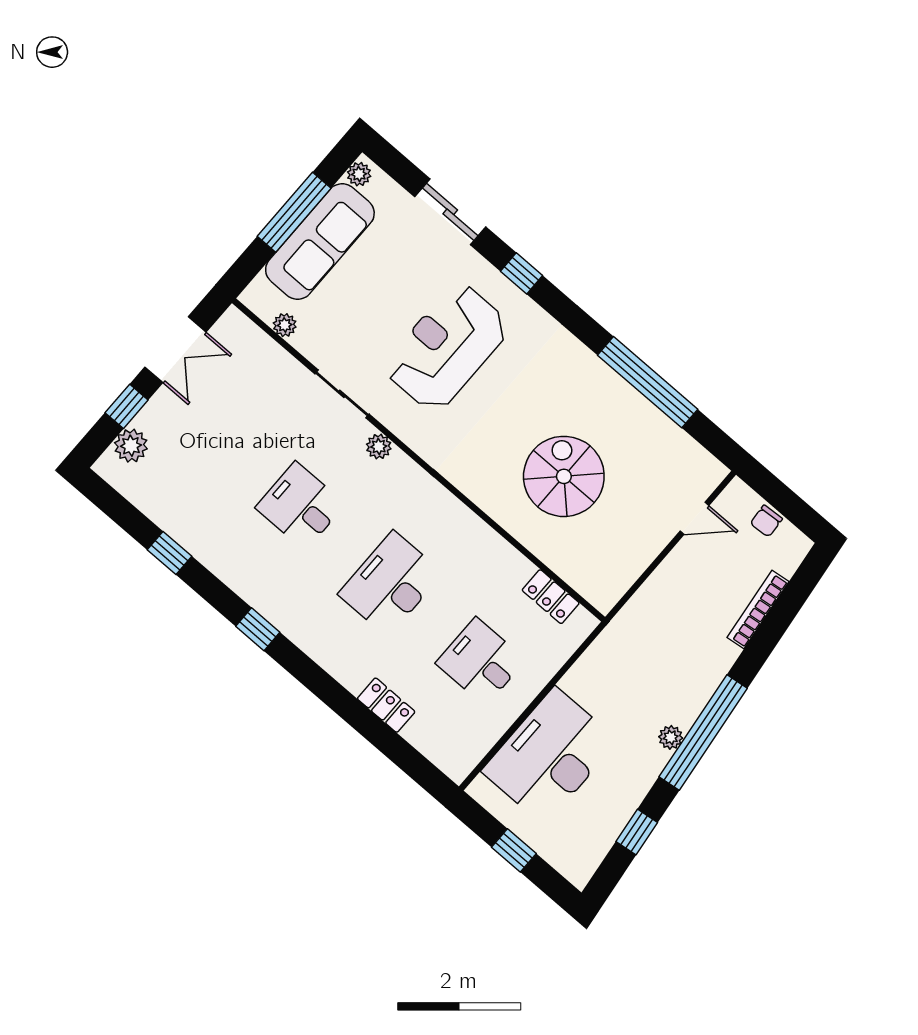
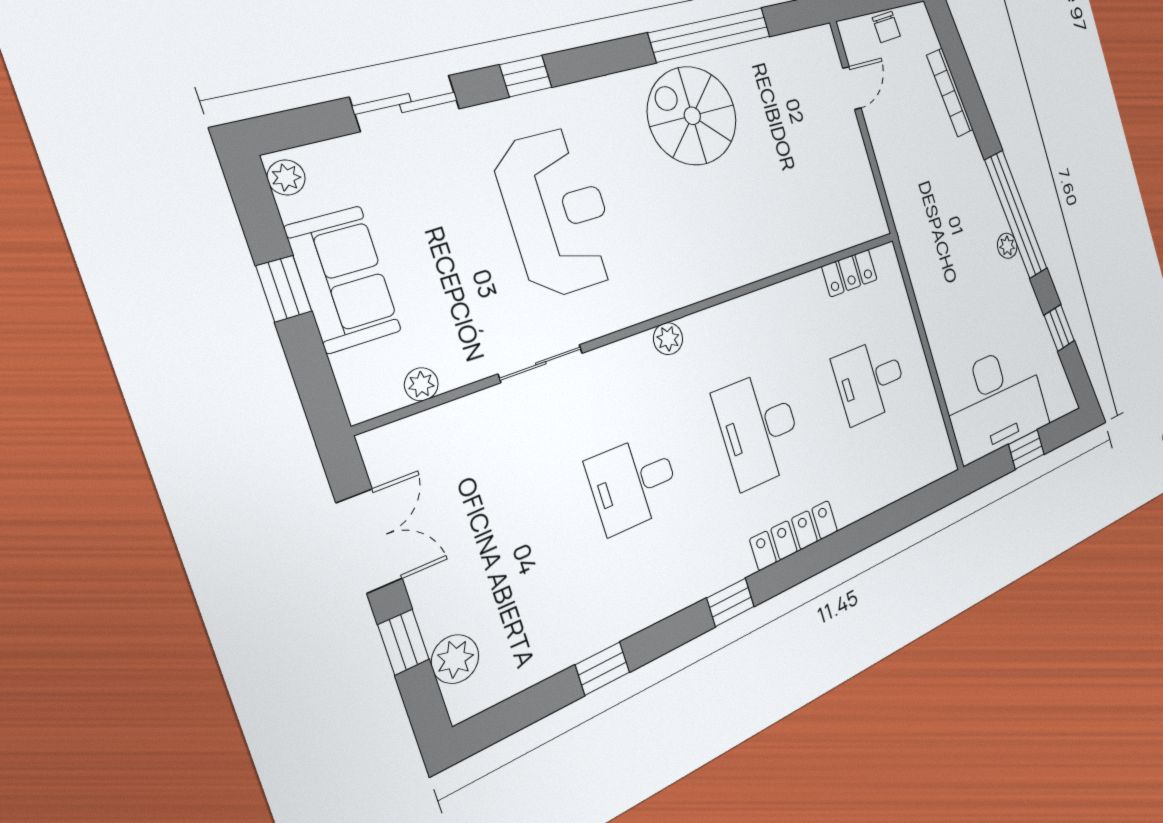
window: (294, 212) -> (284, 289), width x0.46
sofa: (320, 242) -> (343, 279), width x0.73
reception desk: (447, 347) -> (558, 213), turned 180
plant: (379, 447) -> (668, 339), moved
spiral stairs: (564, 476) -> (692, 116), moved
locker: (386, 705) -> (794, 535), moved, width x1.53
desk: (550, 756) -> (996, 402), moved, turned -90

